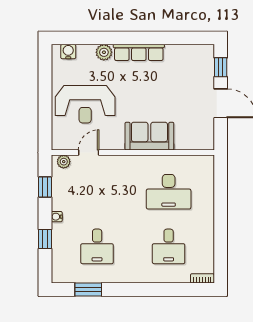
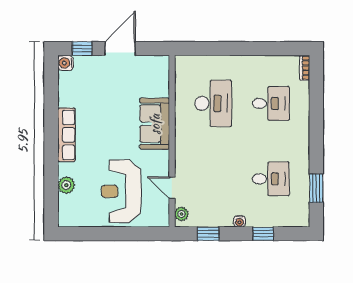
water cooler: (68, 52) -> (66, 63), moved
plant: (104, 52) -> (66, 185), moved
reception desk: (85, 104) -> (121, 191), turned 180

